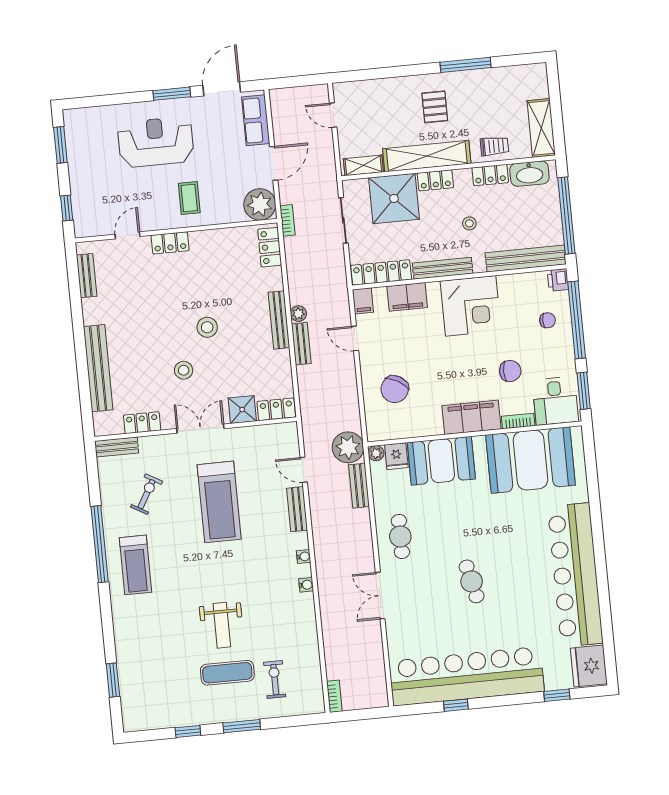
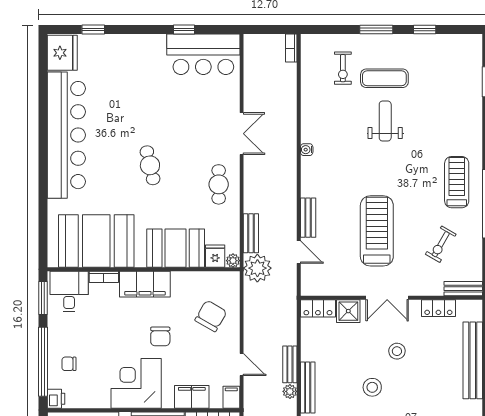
chair: (510, 371) -> (160, 336), moved, turned -90
water cooler: (304, 556) -> (306, 175), removed
cafe table: (472, 581) -> (150, 165), moved
bar counter: (467, 676) -> (203, 54), width x0.54

